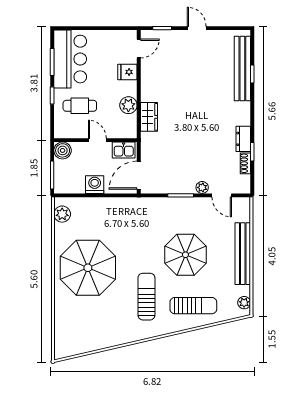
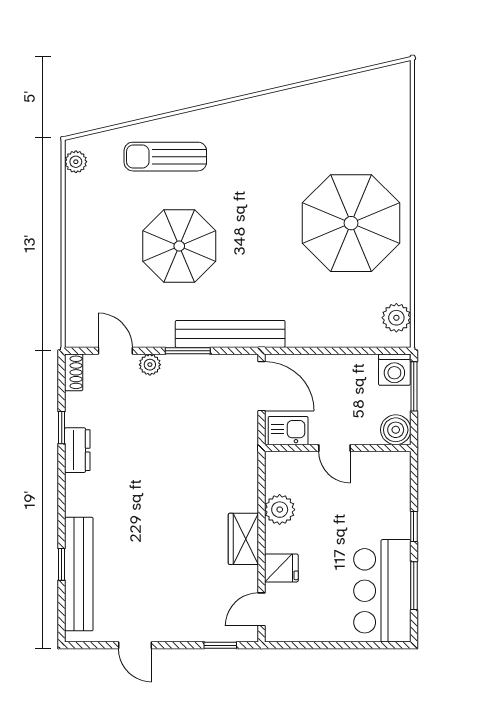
door: (197, 28) -> (135, 645), moved
cafe table: (80, 106) -> (365, 508), removed
wardrobe: (149, 117) -> (243, 539), moved
shoe rack: (245, 163) -> (74, 372), moved
door: (139, 175) -> (261, 386), hinge flipped
washing machine: (95, 185) -> (394, 370), moved
bench: (243, 254) -> (230, 334), moved, turned 90
sun lounger: (146, 297) -> (248, 172), removed

